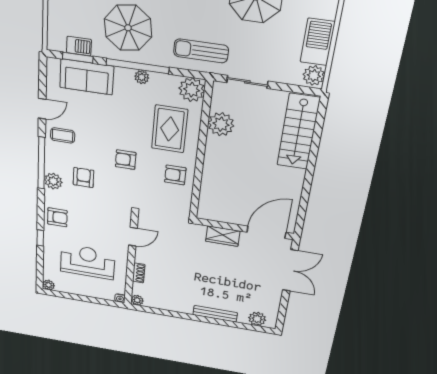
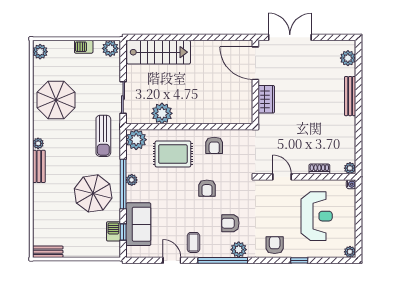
barbecue: (318, 42) -> (84, 47), width x0.53, depth x0.65
window: (78, 58) -> (123, 232), width x0.67
reception desk: (88, 262) -> (317, 216), turned 180

